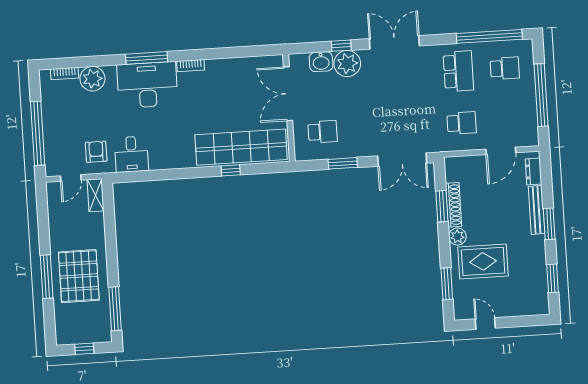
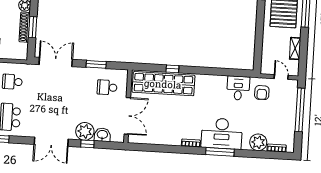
door: (71, 178) -> (281, 77), hinge flipped
shelving: (96, 195) -> (295, 48), moved

